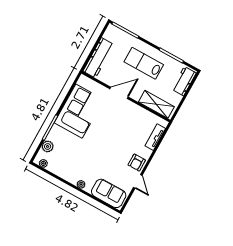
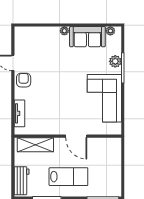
workbench: (98, 58) -> (114, 158), removed
door: (119, 93) -> (76, 136), hinge flipped
plant: (48, 146) -> (115, 61), moved
sofa: (109, 193) -> (87, 37), moved

